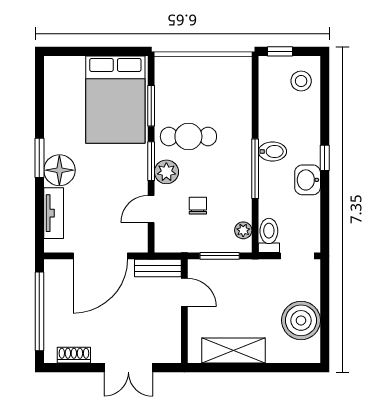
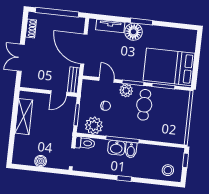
washbasin: (308, 180) -> (116, 148), moved, turned 180
plant: (243, 230) -> (94, 126), width x1.88, depth x1.88
boiler: (301, 320) -> (41, 161), width x0.54, depth x0.54

